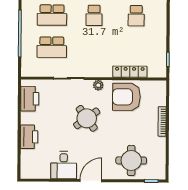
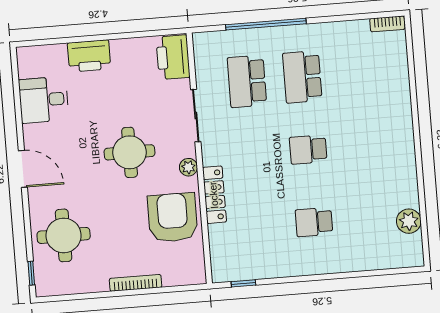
locker: (130, 72) -> (214, 195), moved
printer: (30, 99) -> (173, 57), moved, turned 90
round table: (87, 118) -> (130, 152), turned 36
desk: (64, 165) -> (44, 100), moved

